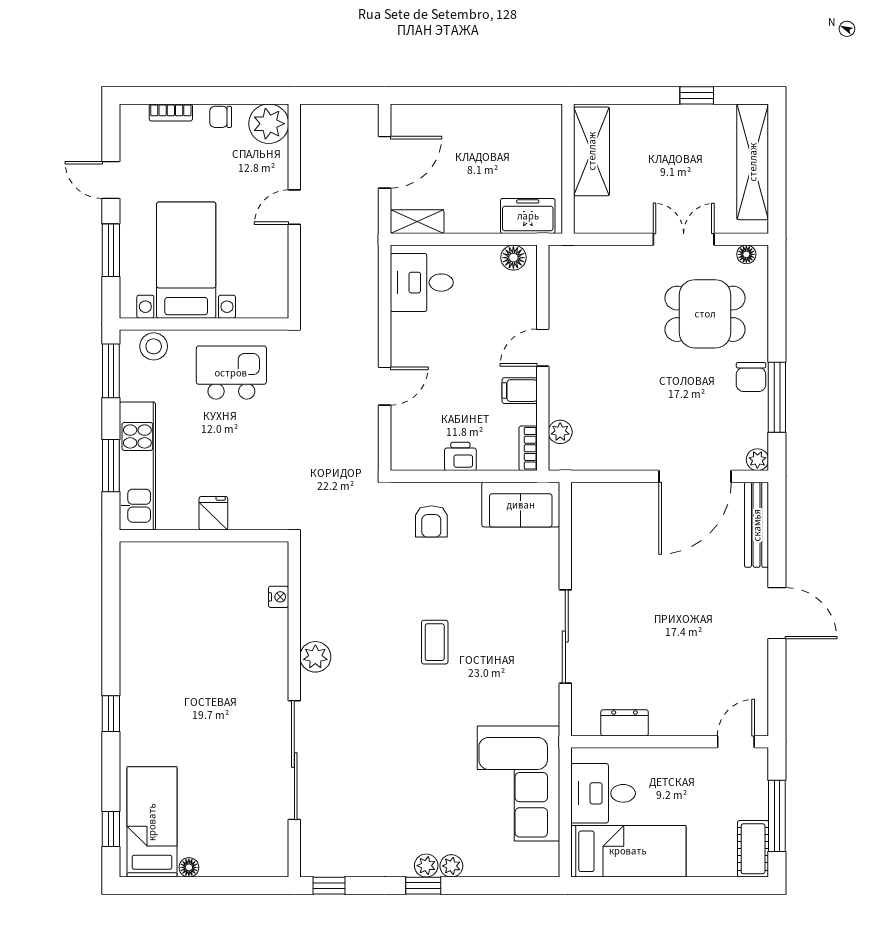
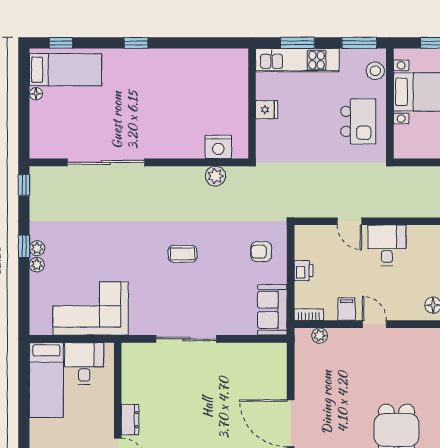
desk: (422, 283) -> (387, 245), moved
nightstand: (279, 597) -> (218, 147), width x1.89, depth x1.79
plant: (315, 657) -> (215, 176), moved
dresser: (625, 723) -> (130, 420), moved

